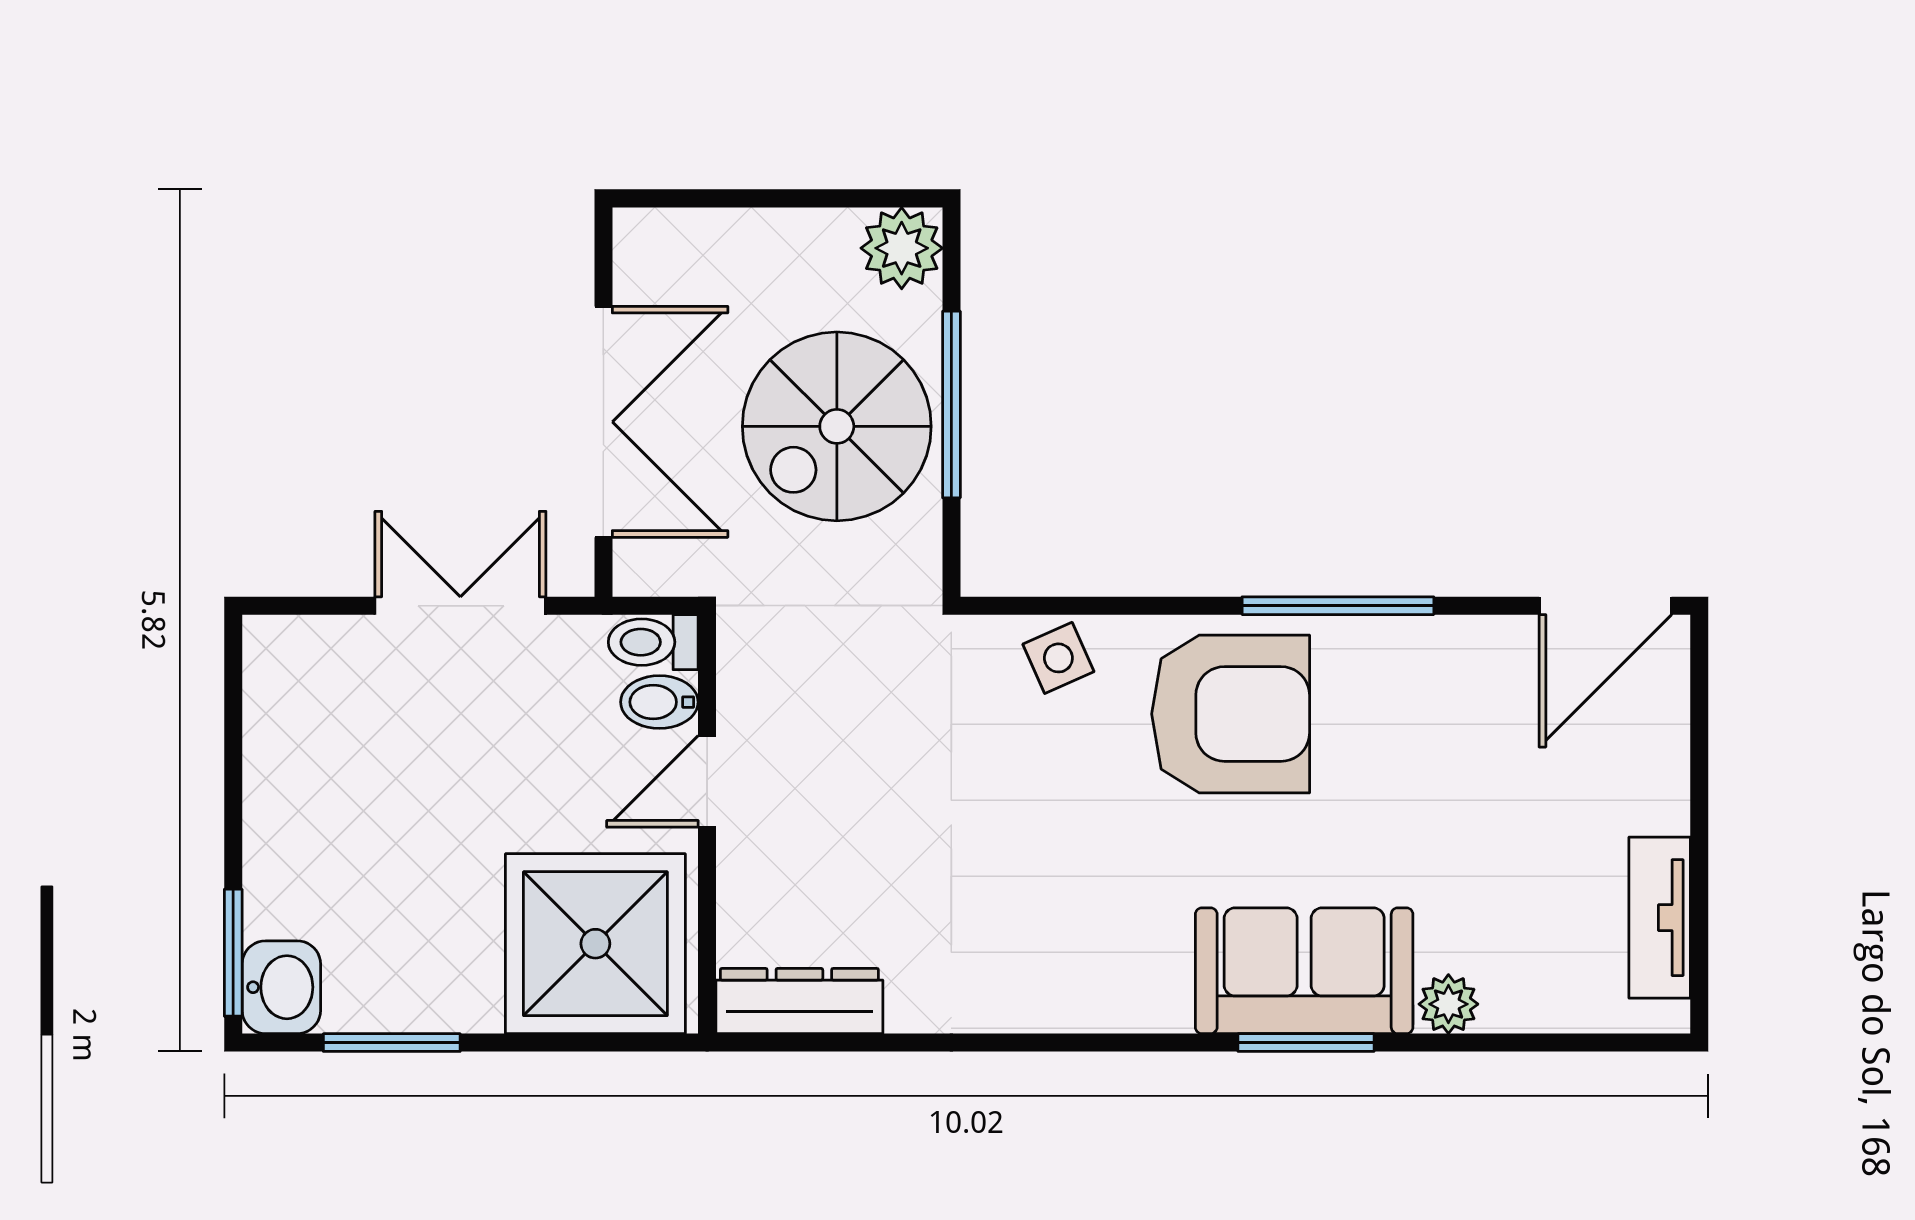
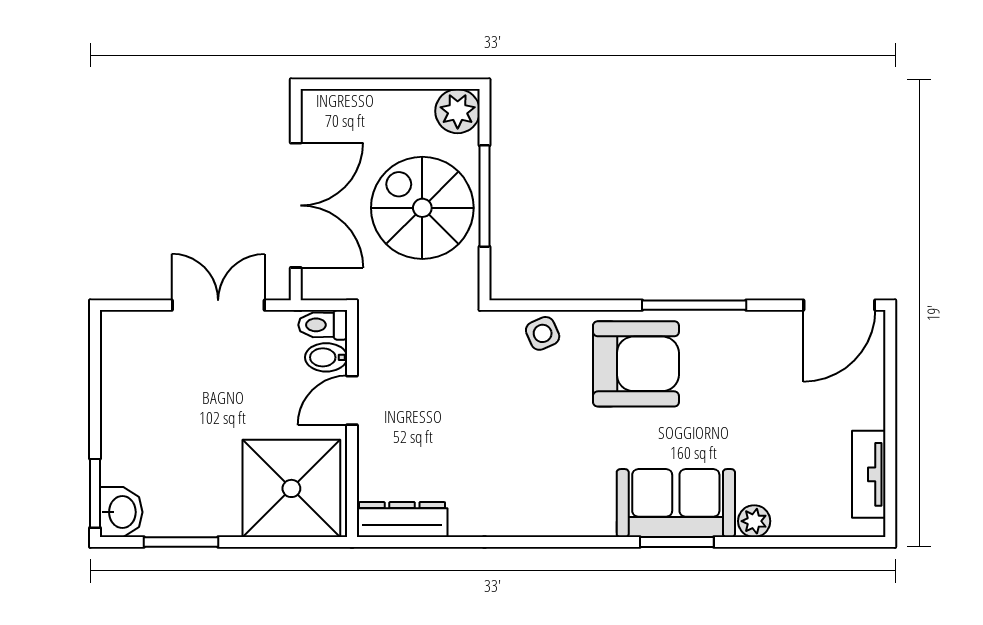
spiral stairs: (837, 426) -> (422, 208), turned 90

